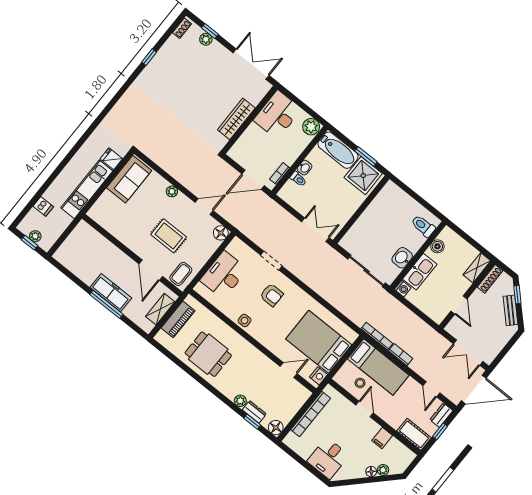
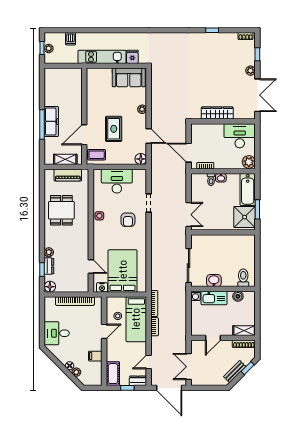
plant: (206, 39) -> (251, 71), moved

